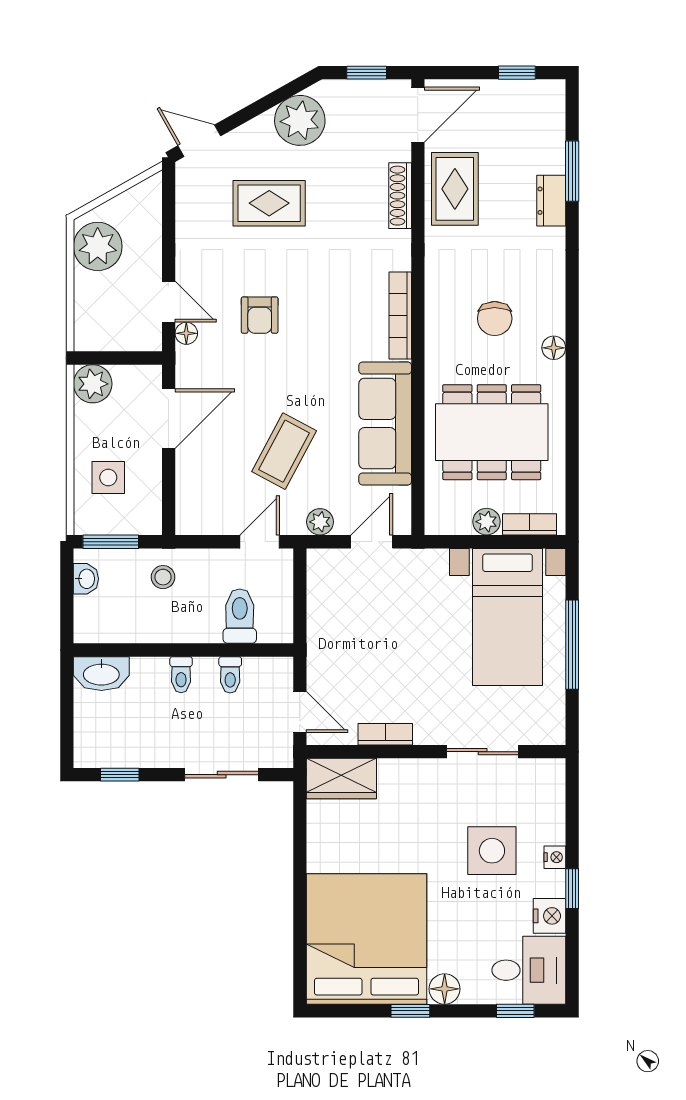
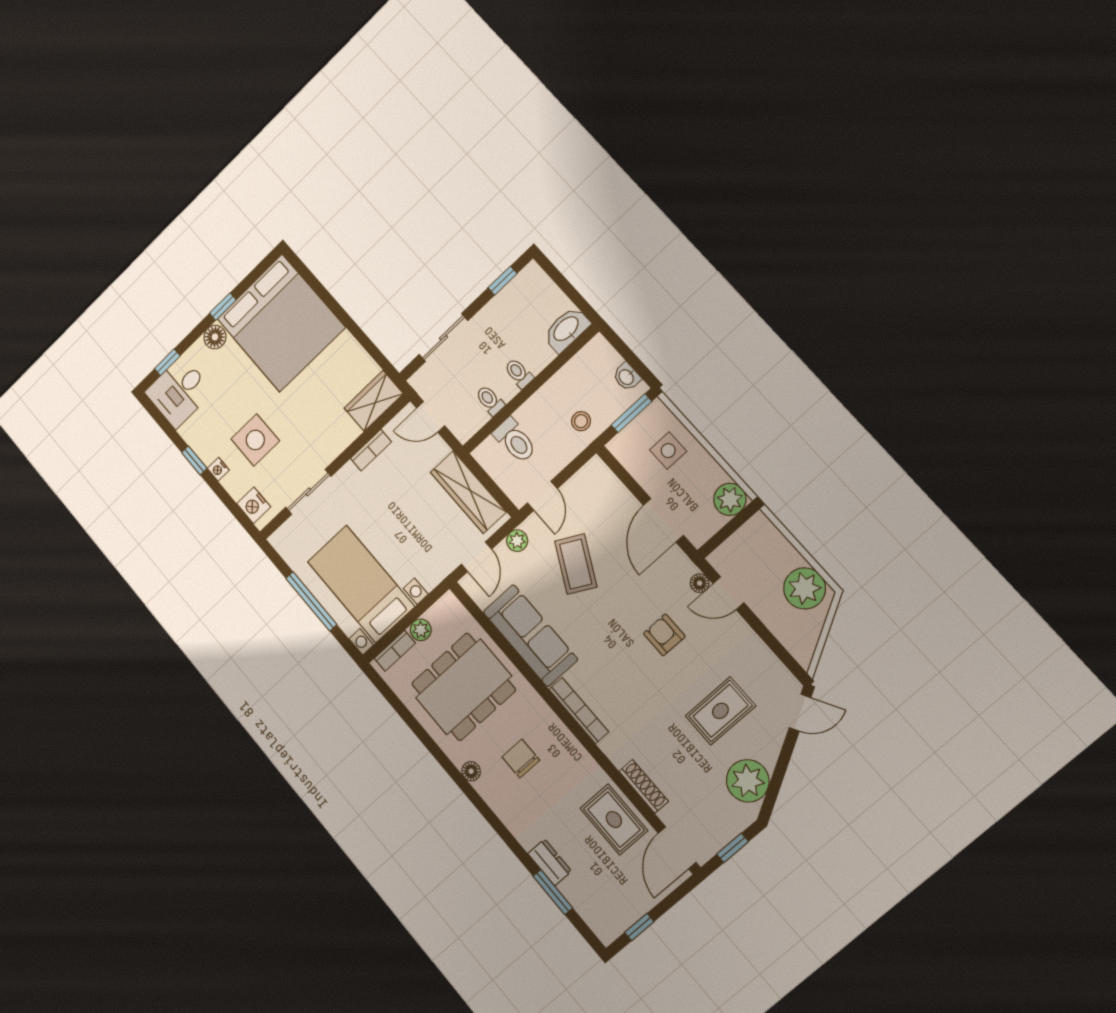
wardrobe: (326, 609) -> (468, 492), added
nightstand: (549, 916) -> (254, 505), moved

